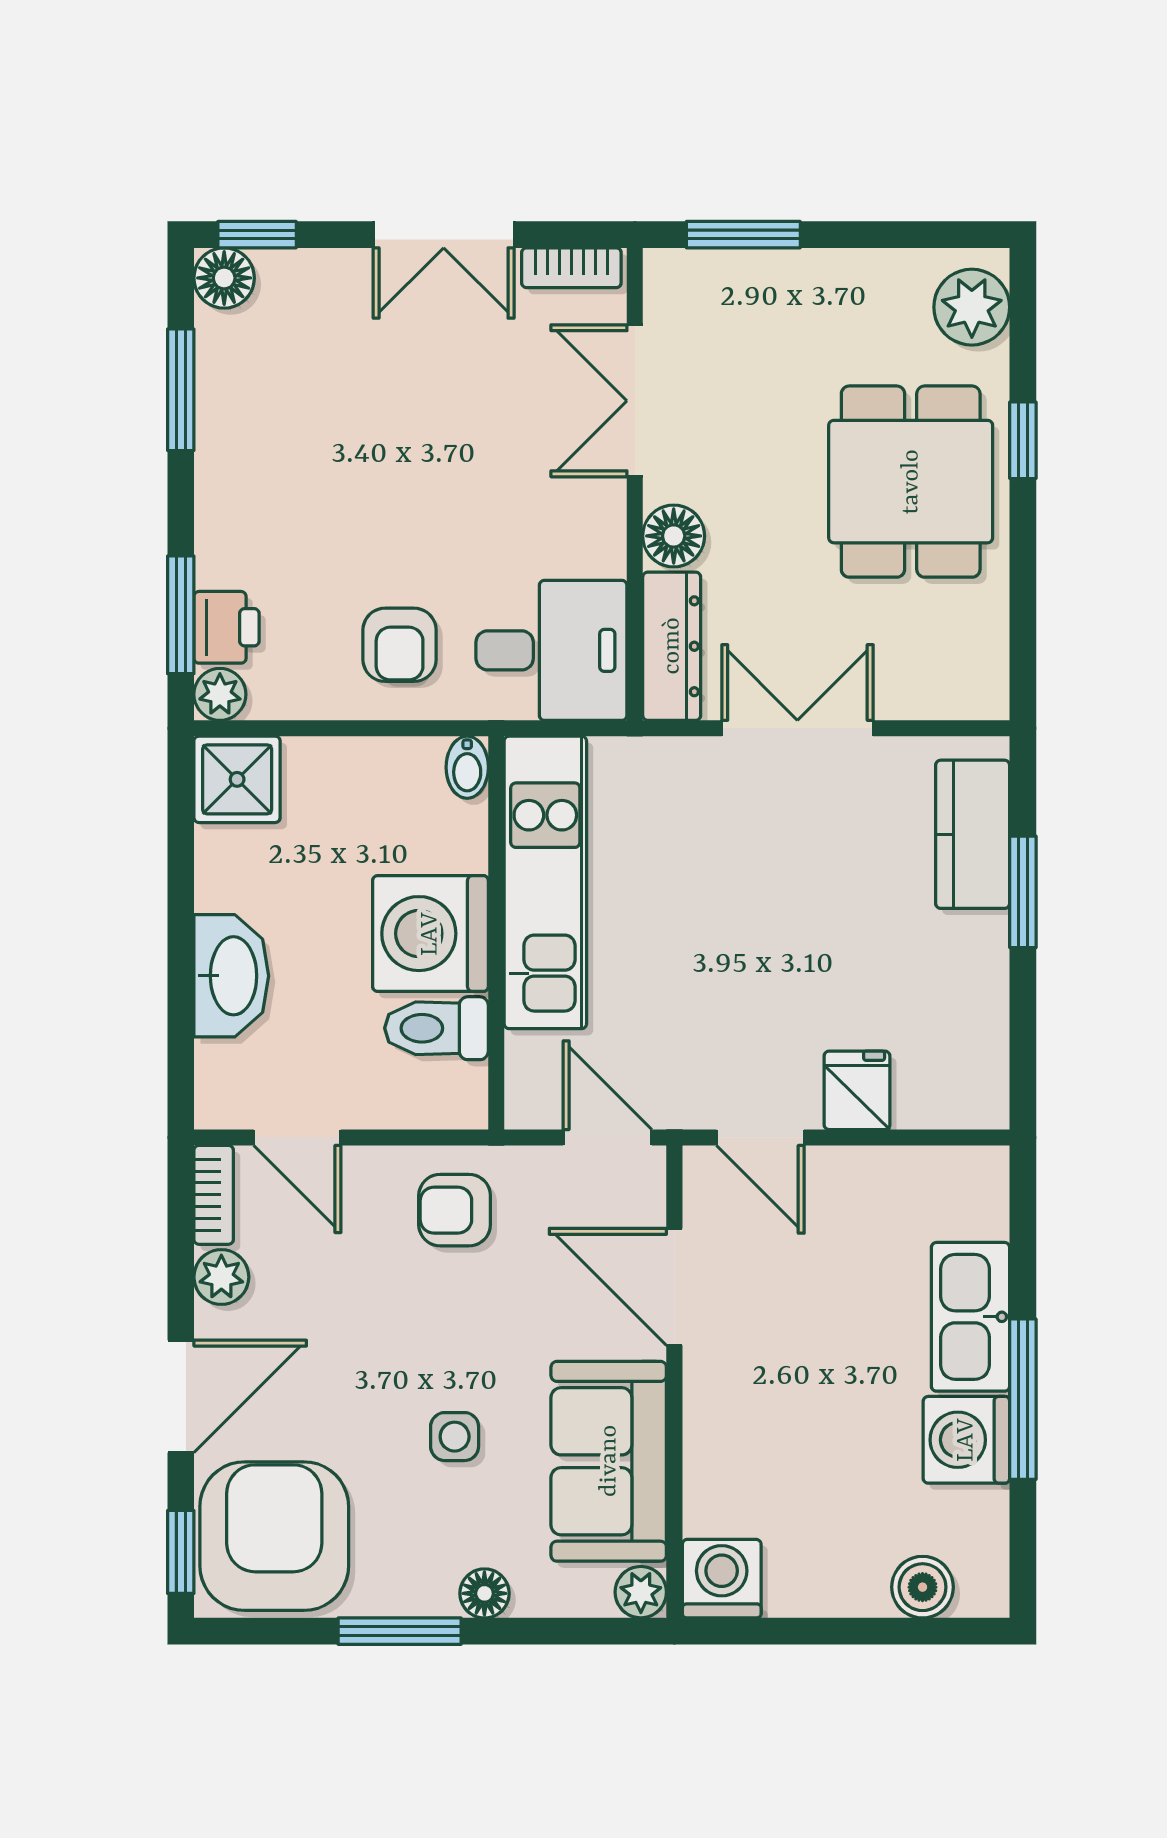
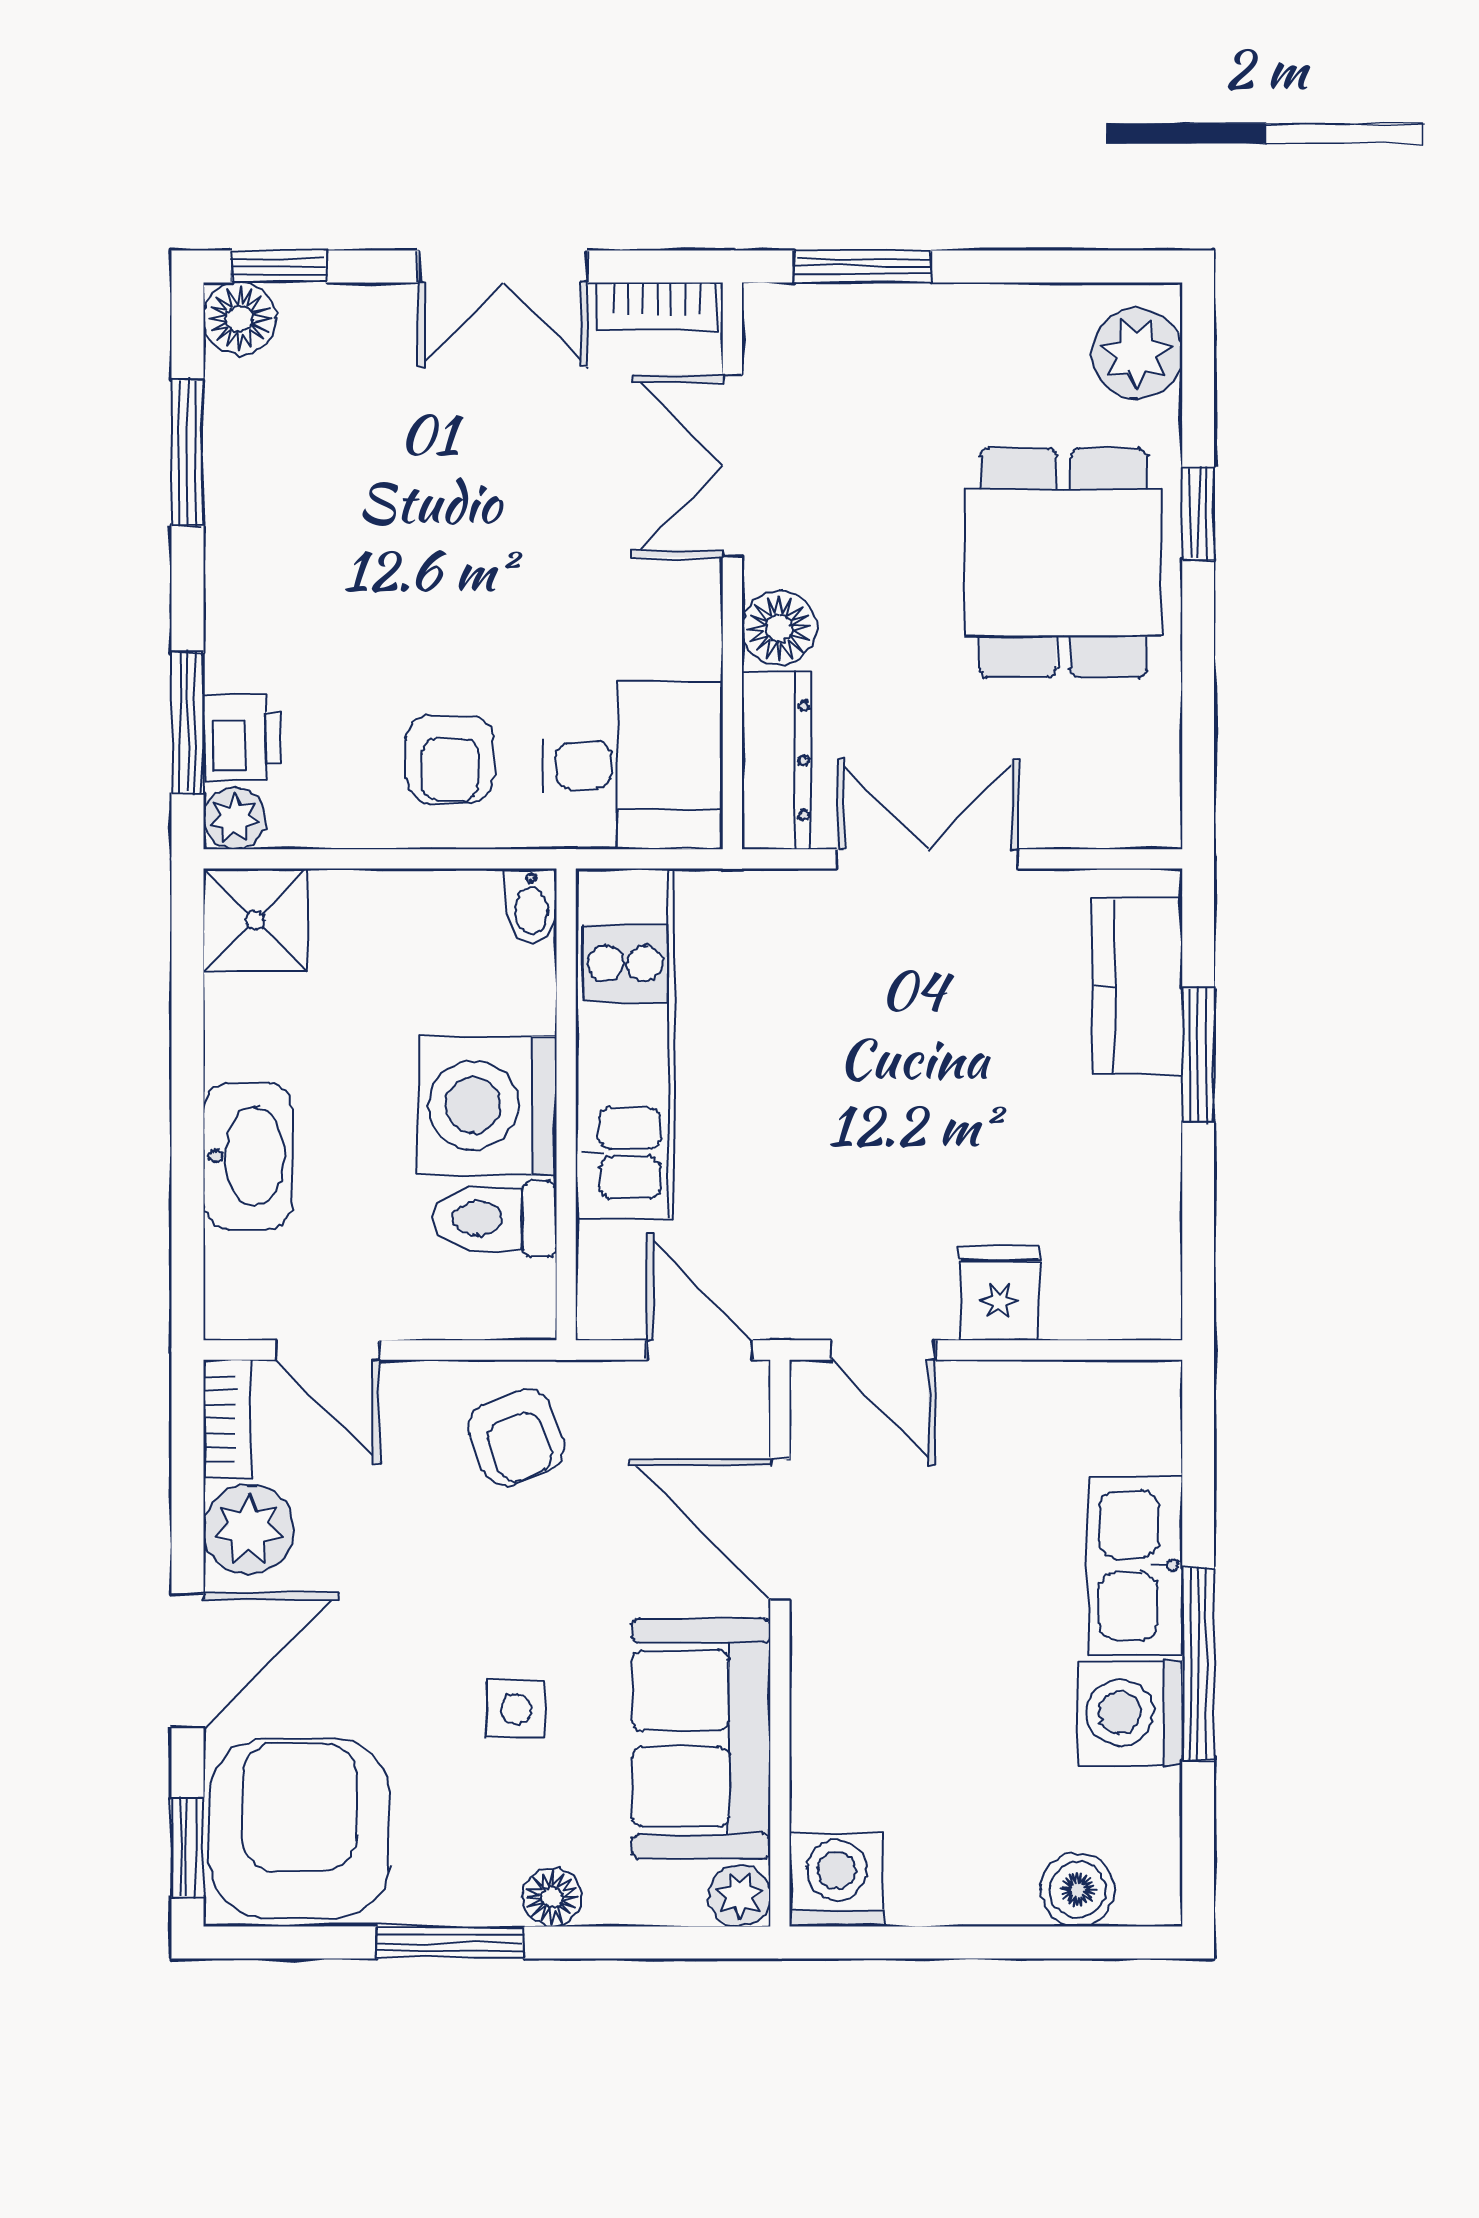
armchair: (455, 1210) -> (516, 1437), turned -112
plant: (221, 1277) -> (249, 1530), width x1.38, depth x1.38

